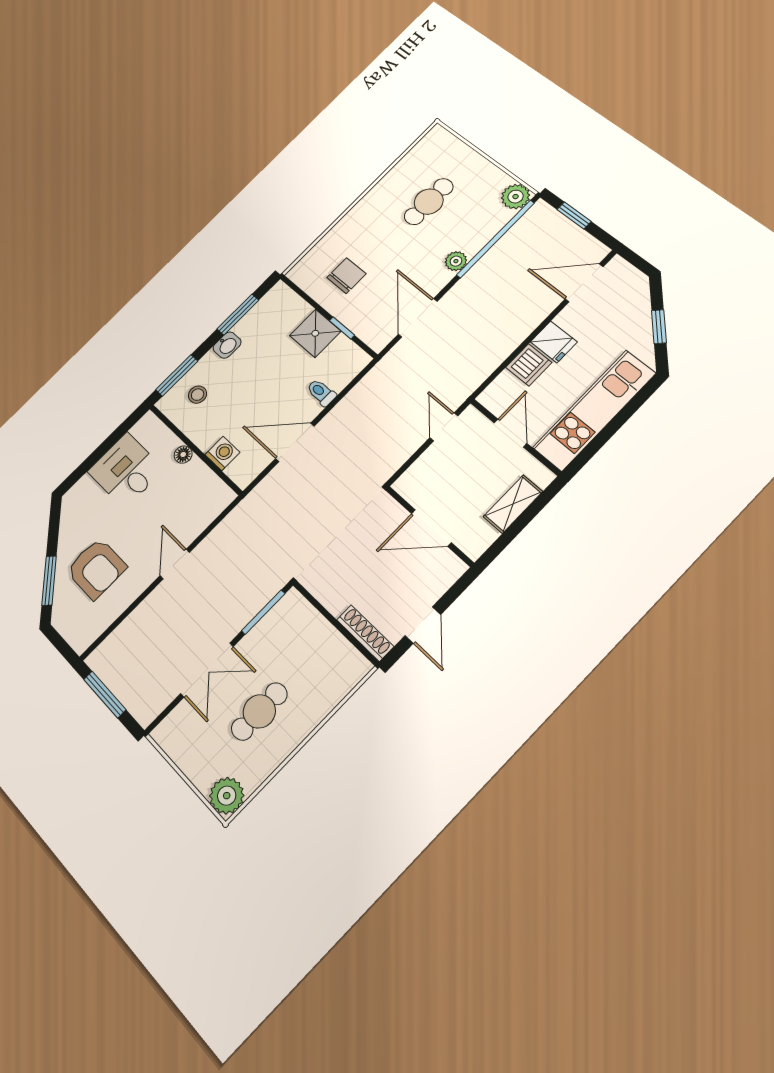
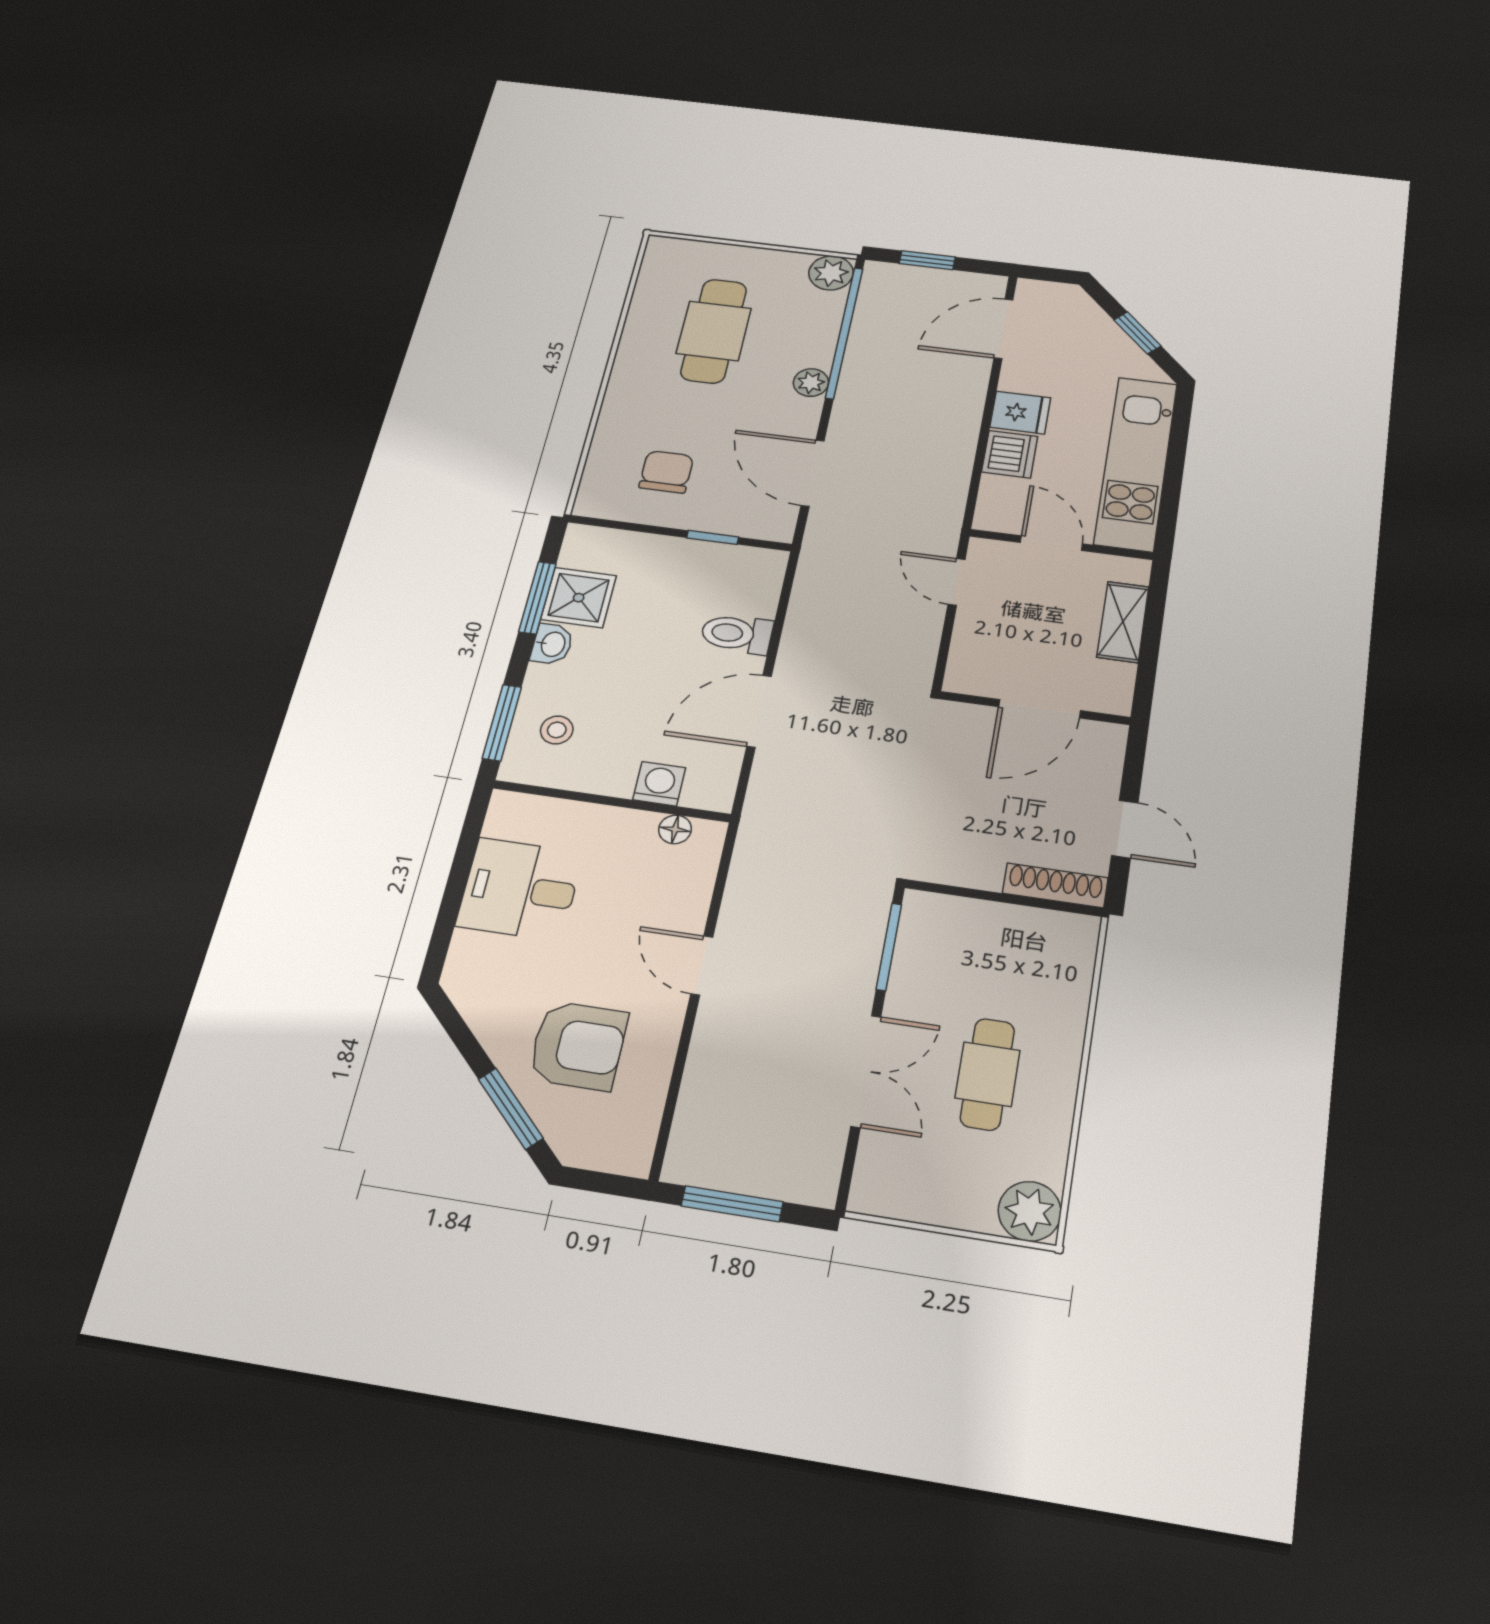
cafe table: (429, 202) -> (714, 331), width x1.37, depth x1.35
shower: (315, 333) -> (579, 598), moved
toilet: (321, 392) -> (737, 634), width x1.37, depth x1.39
floor lamp: (183, 454) -> (675, 829), moved

